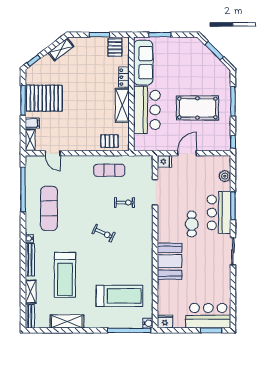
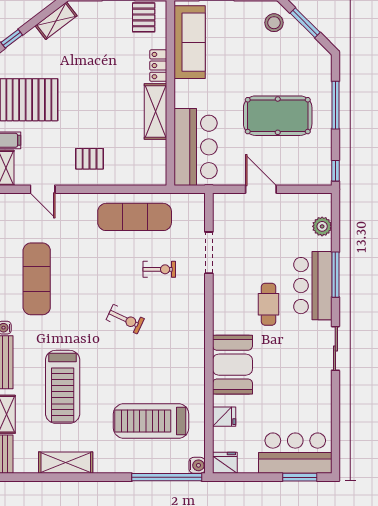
stool: (195, 51) -> (274, 23), added
bar counter: (147, 110) -> (196, 147), moved
pallet: (109, 141) -> (90, 159), moved
door: (187, 153) -> (261, 189), hinge flipped
fridge: (164, 161) -> (224, 417), moved
exercise mat: (109, 170) -> (135, 217), width x1.36, depth x1.45
treadmill: (119, 296) -> (151, 421), turned 180

